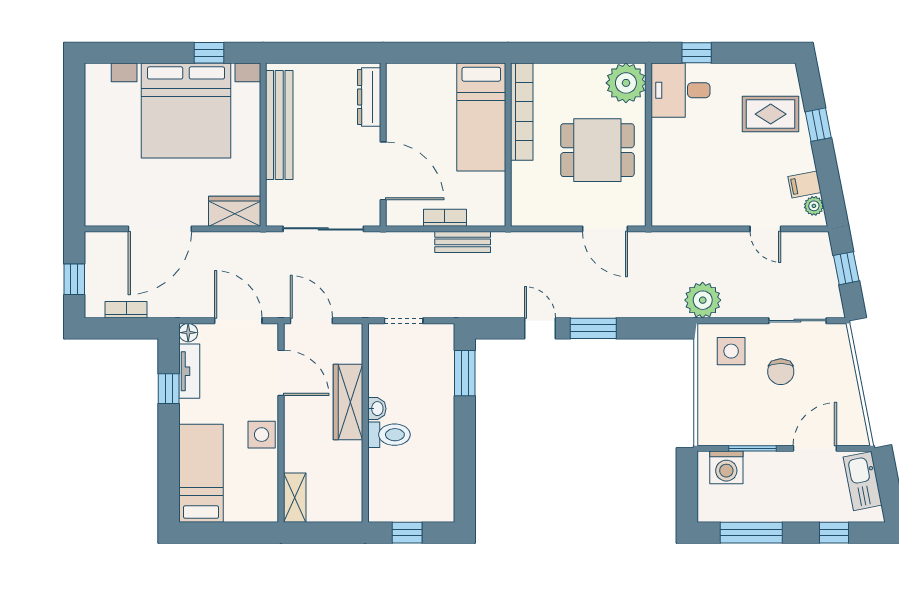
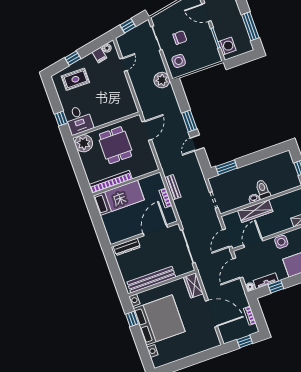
rug: (771, 114) -> (75, 79), turned 90

